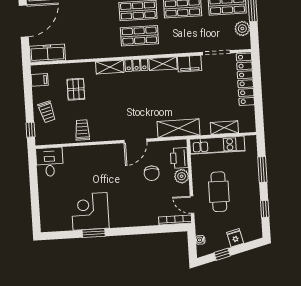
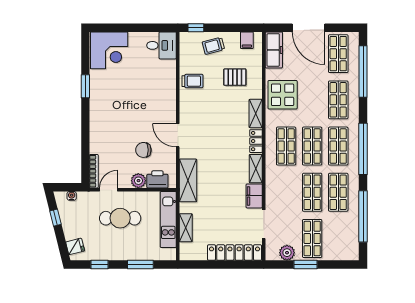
display table: (90, 42) -> (283, 95), added
corner desk: (90, 211) -> (109, 50), moved, turned 90
fridge: (235, 238) -> (75, 246), moved

